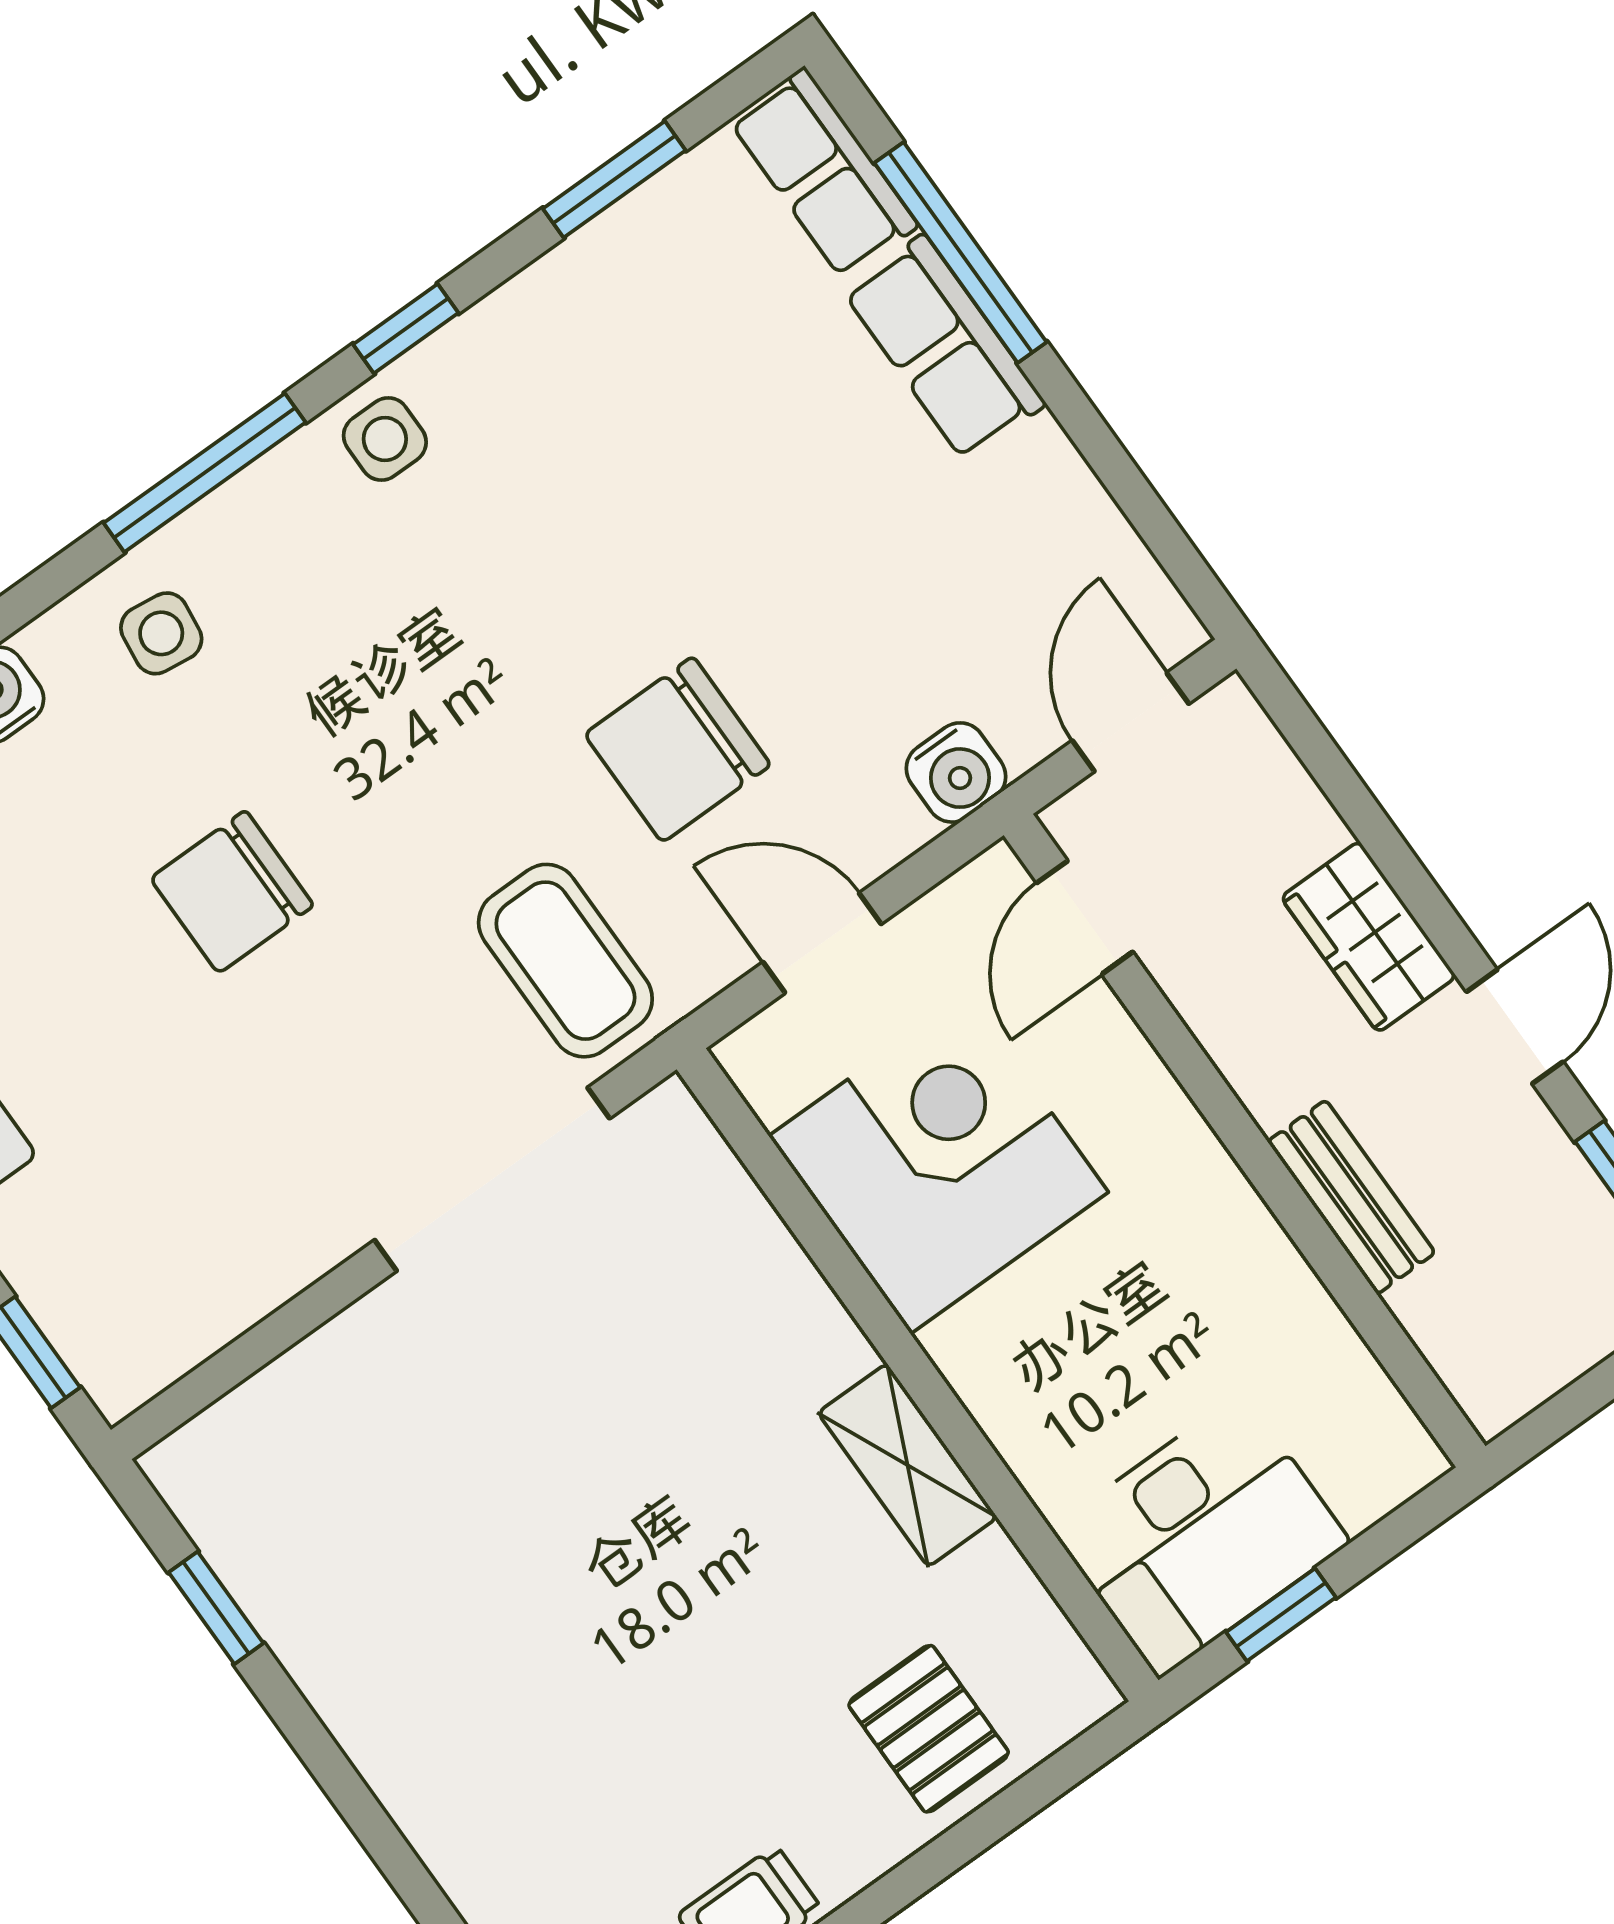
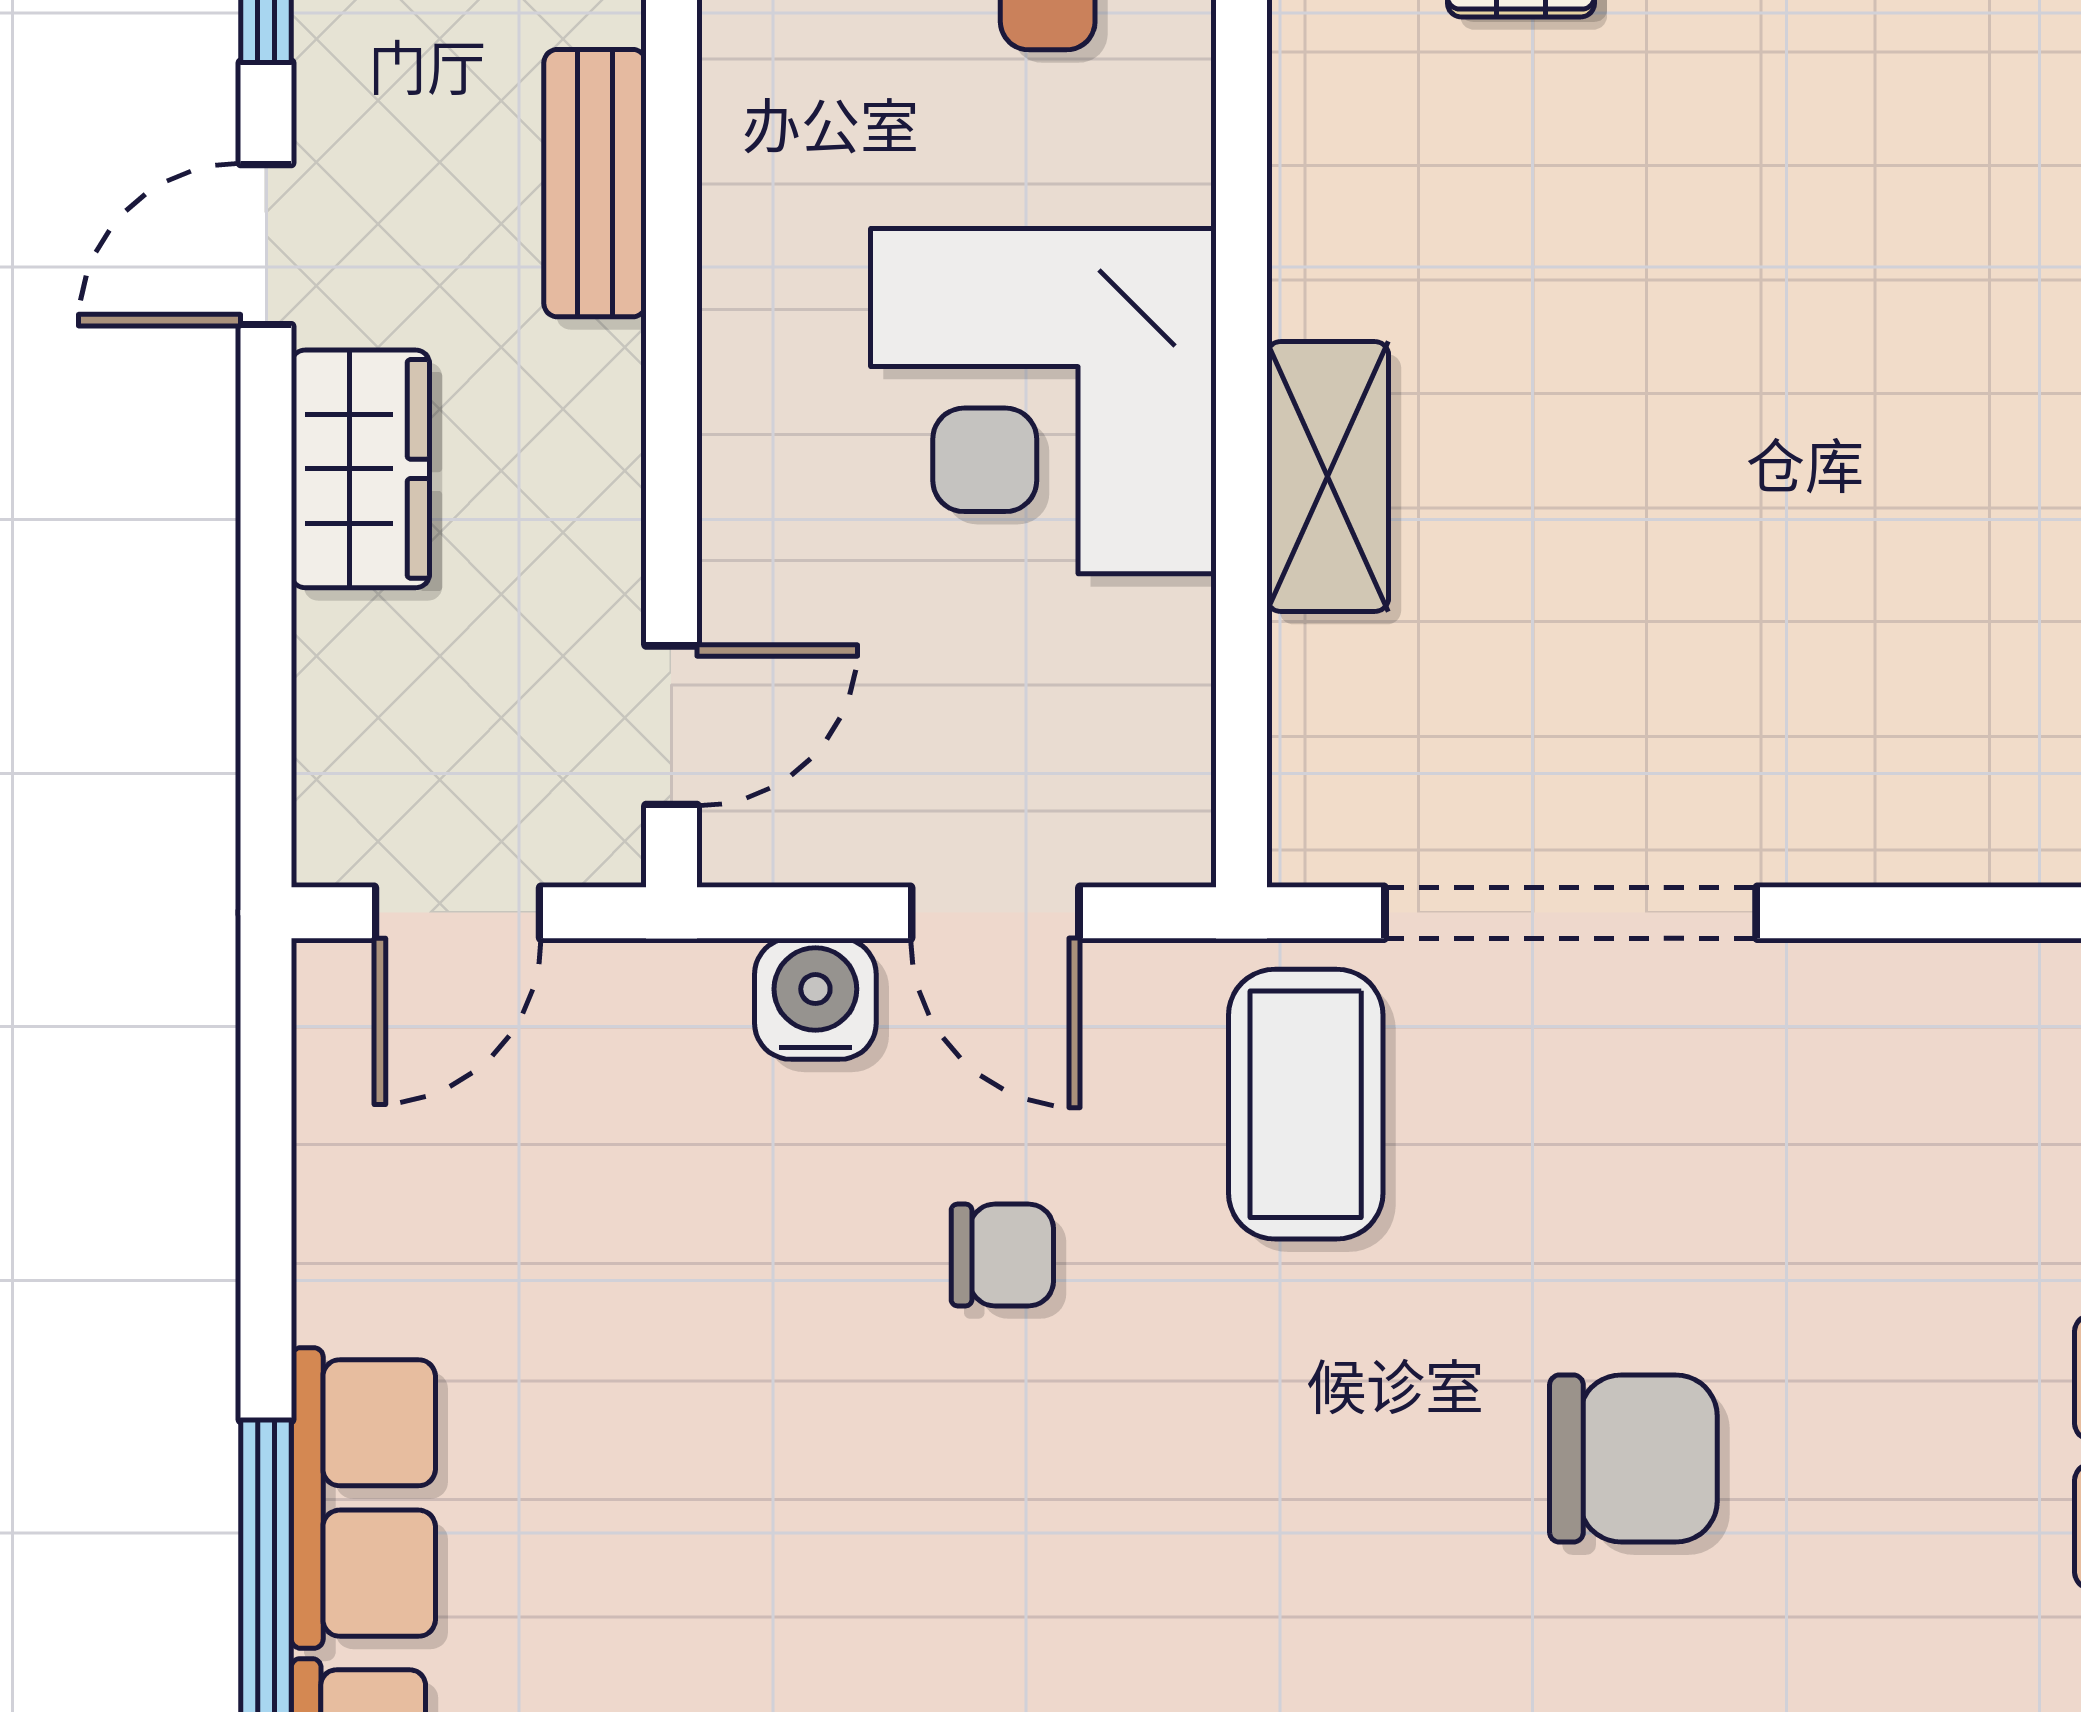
chair: (677, 750) -> (1002, 1255), width x0.54, depth x0.54
water cooler: (956, 772) -> (815, 999), moved
corner desk: (939, 1164) -> (1043, 401), moved
shelving: (908, 1465) -> (1328, 476), moved

